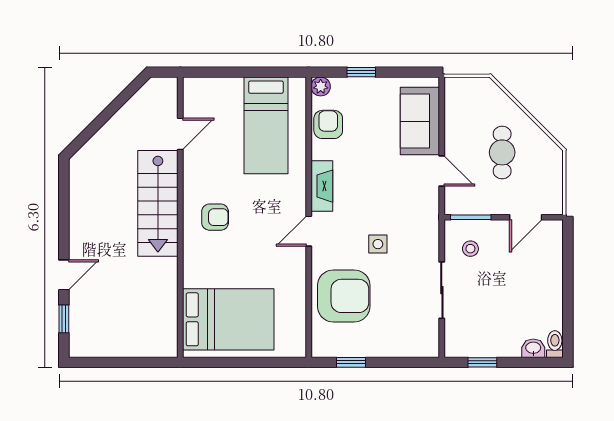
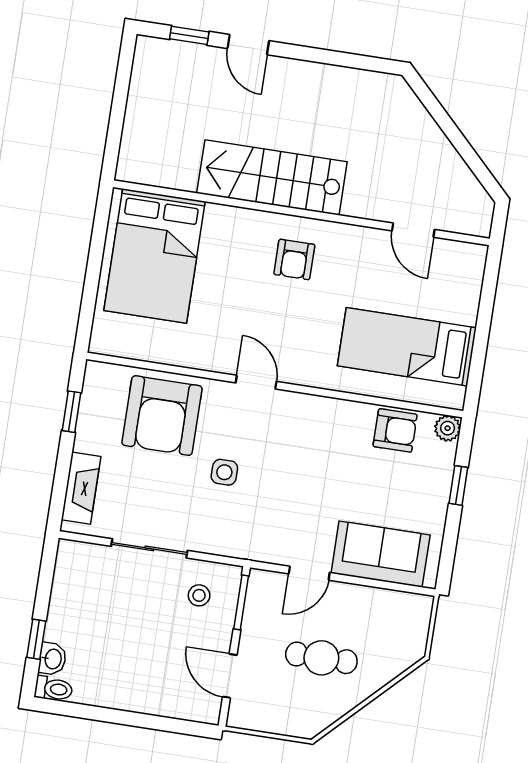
fireplace: (322, 186) -> (81, 488), moved, turned -90
stairs: (158, 203) -> (272, 178), moved
window: (482, 362) -> (36, 639), moved

